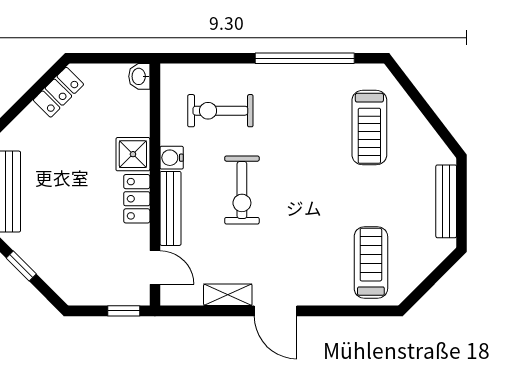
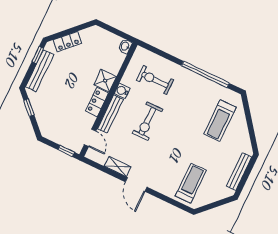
locker: (58, 92) -> (67, 42), moved

